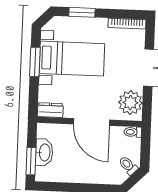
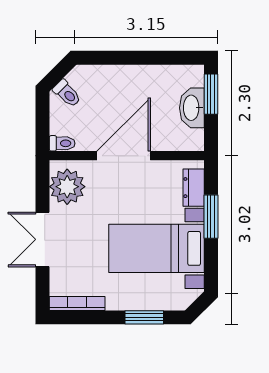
window: (35, 62) -> (211, 217), moved
dresser: (50, 110) -> (194, 188), moved, turned 90
door: (92, 122) -> (124, 156), hinge flipped

